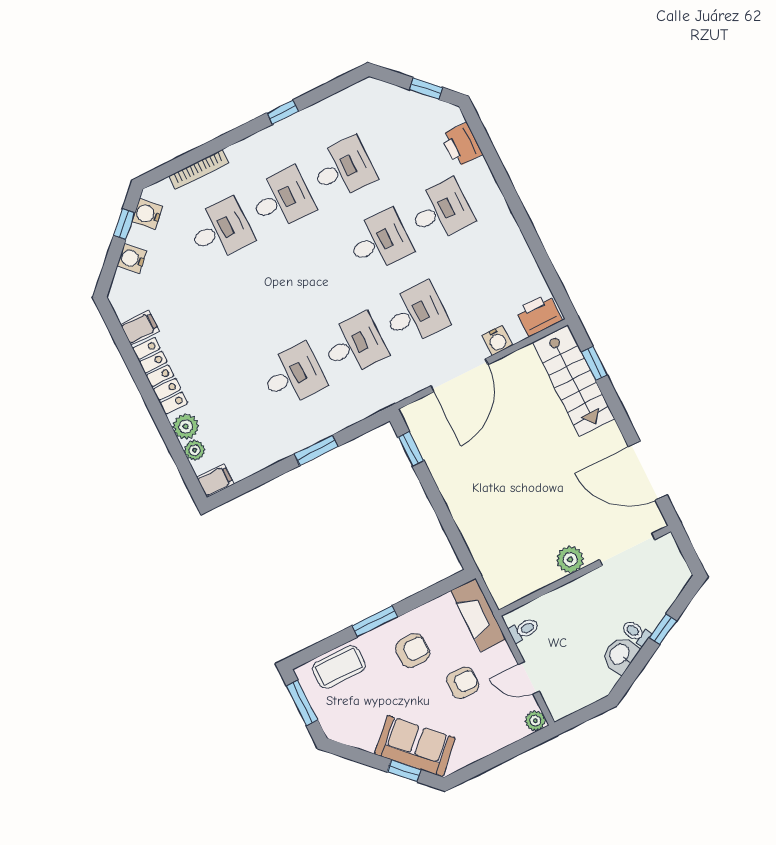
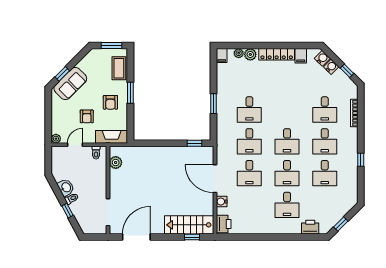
water cooler: (147, 214) -> (322, 58), moved
desk: (318, 272) -> (287, 141), added
plant: (570, 560) -> (116, 163), moved

